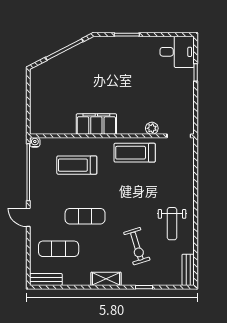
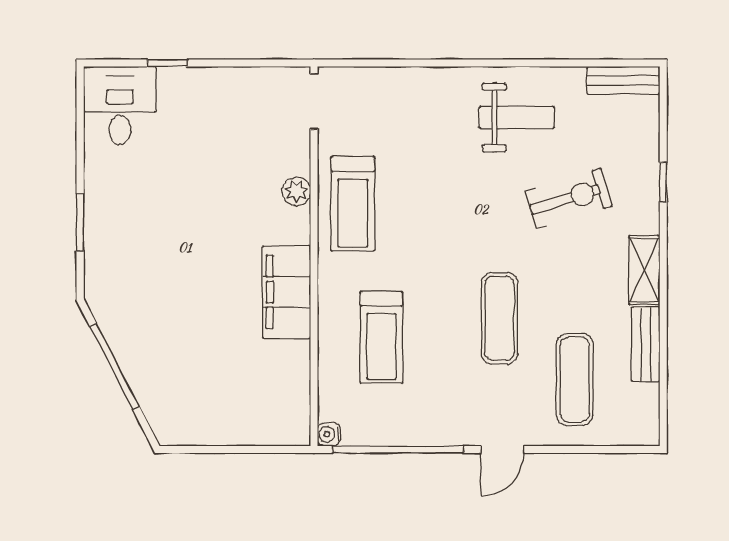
plant: (152, 128) -> (296, 191), moved
bench: (46, 279) -> (646, 344), moved

